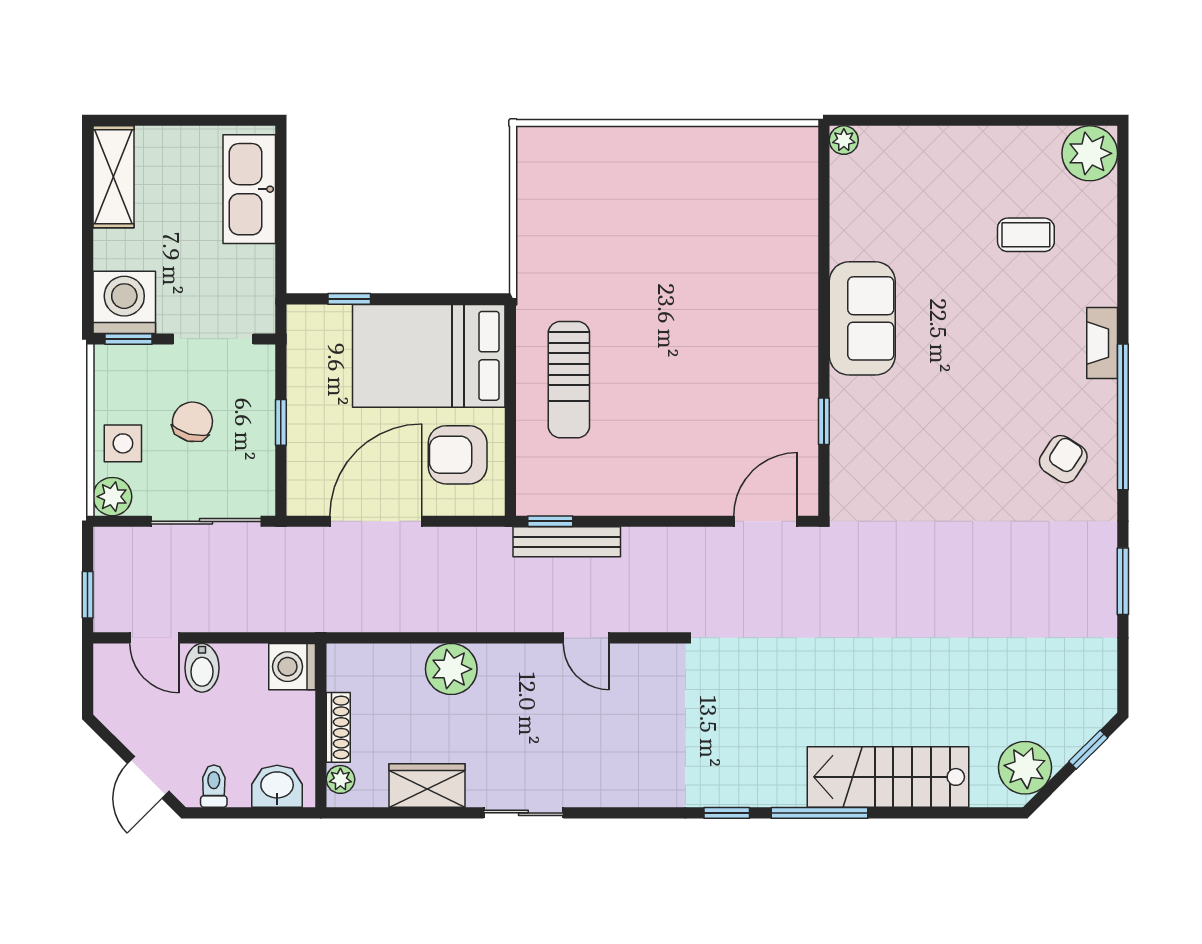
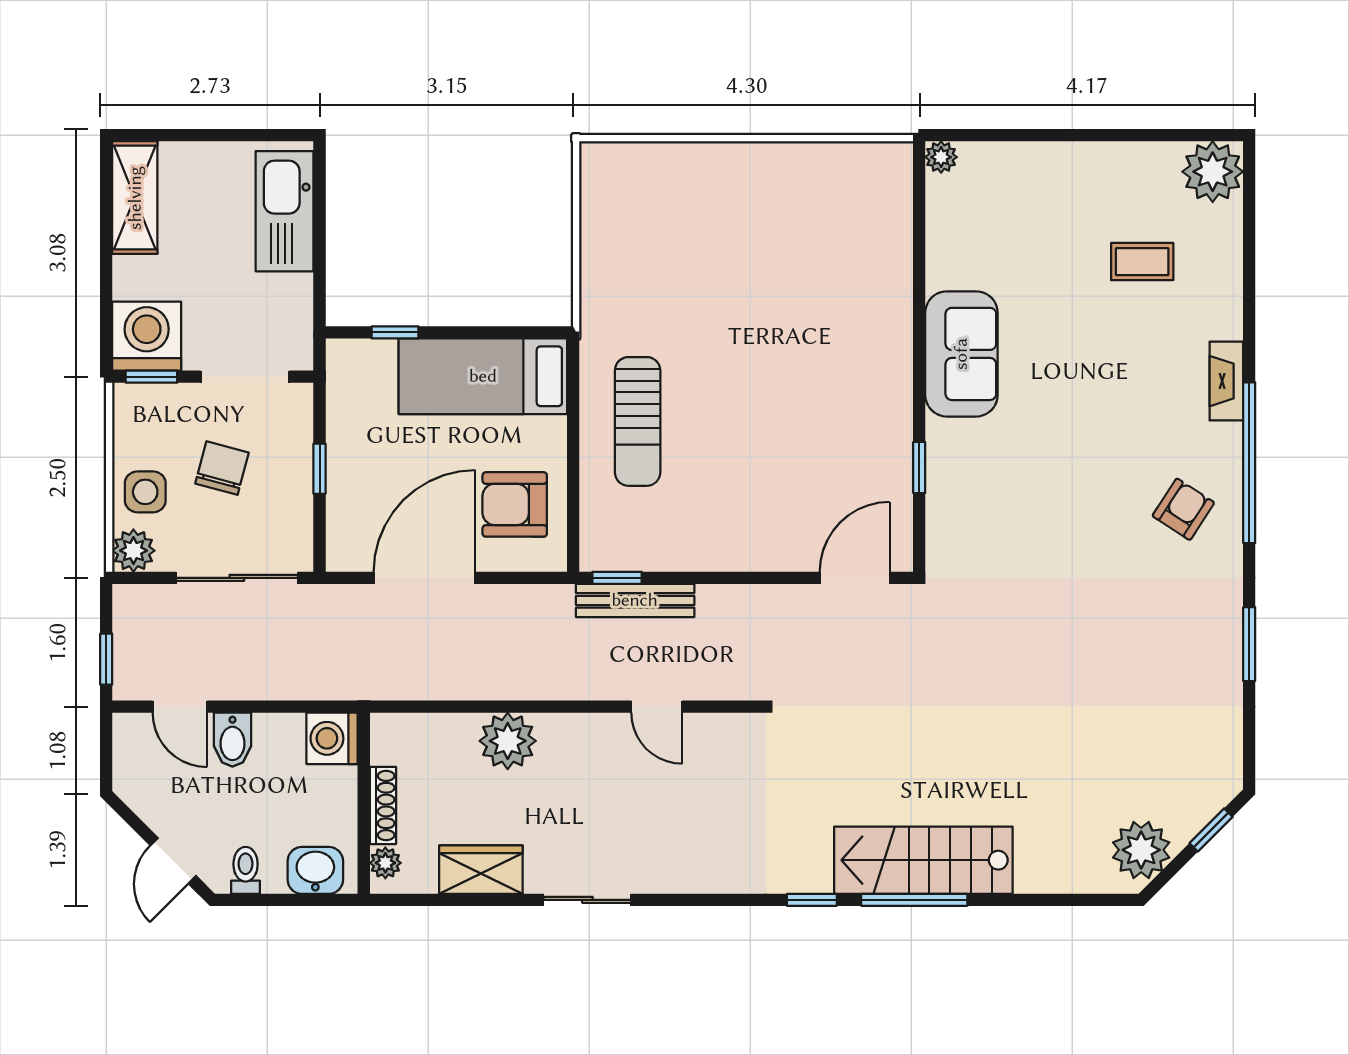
bed: (429, 356) -> (483, 376), width x0.67
stairs: (888, 777) -> (923, 860), moved

